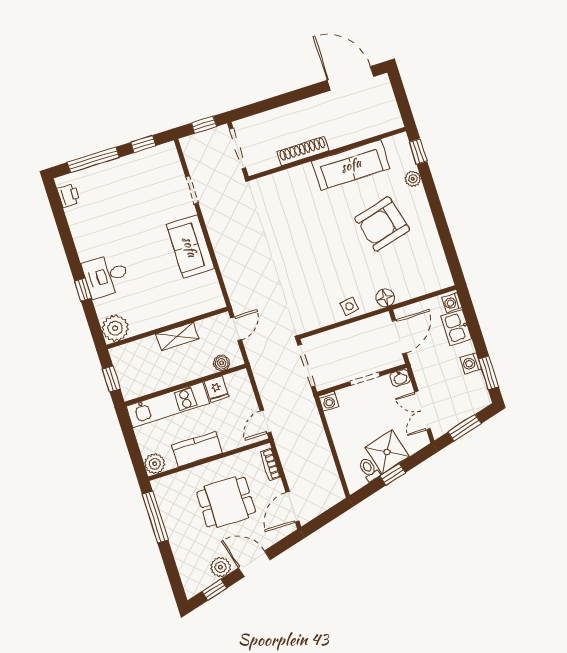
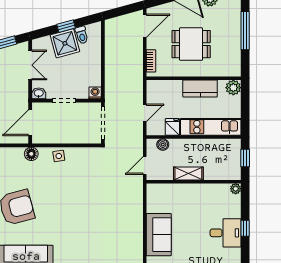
plant: (115, 328) -> (236, 189), width x0.53, depth x0.53
door: (265, 422) -> (145, 113), moved
window: (155, 517) -> (245, 31), moved

